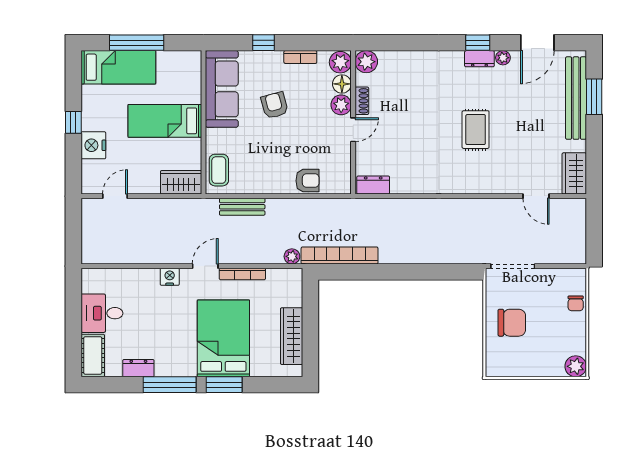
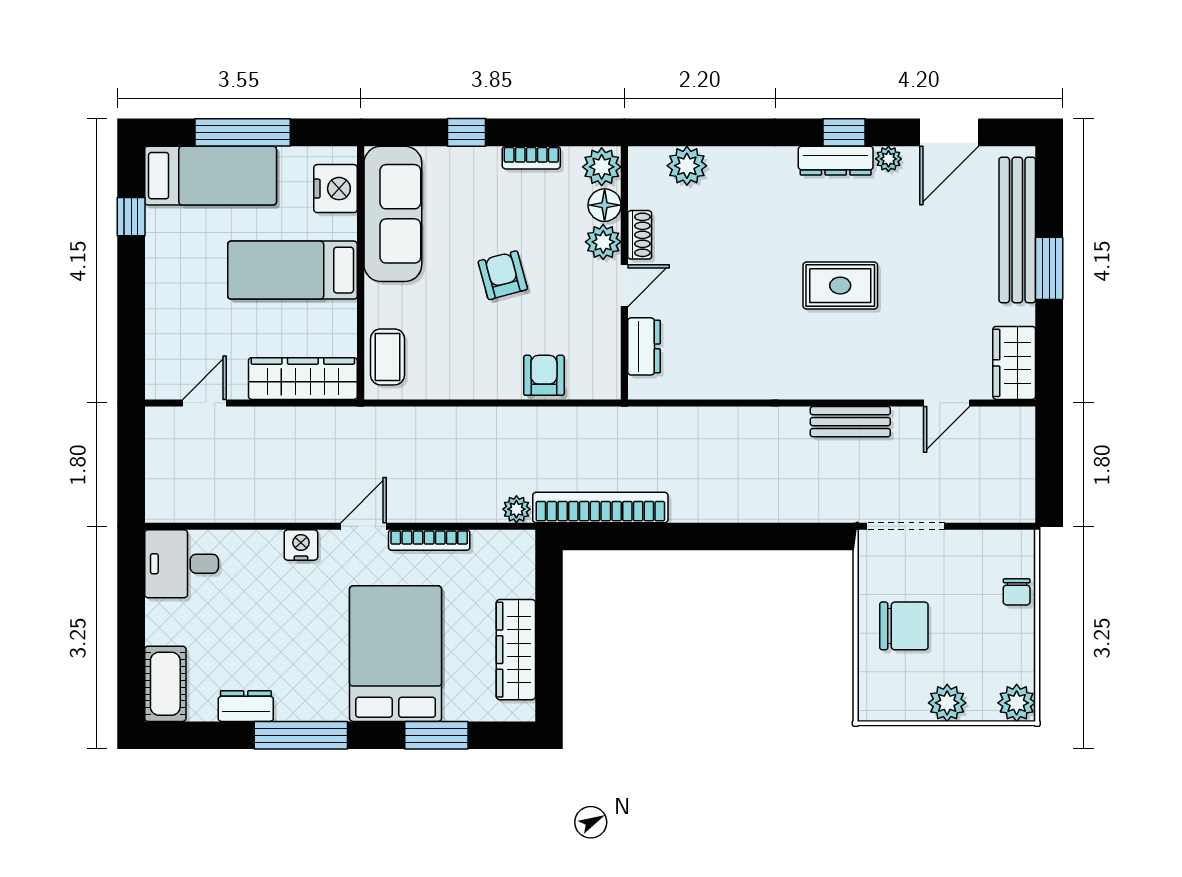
dresser: (479, 59) -> (836, 161), width x1.44
plant: (366, 62) -> (687, 166), moved
window: (594, 97) -> (1049, 268), moved
armchair: (274, 105) -> (503, 275), moved
window: (73, 122) -> (131, 217), moved
rug: (476, 130) -> (840, 286), turned 90
nightstand: (93, 145) -> (336, 189), moved, turned 180
armchair: (308, 181) -> (544, 375), turned -90
wardrobe: (181, 182) -> (303, 379), width x1.50
dresser: (373, 185) -> (644, 346), moved, turned 90
door: (536, 196) -> (947, 403), hinge flipped
bench: (242, 207) -> (850, 422), moved
desk: (102, 313) -> (182, 564), moved
plant: (536, 366) -> (947, 703), added
window: (224, 385) -> (436, 735), moved

